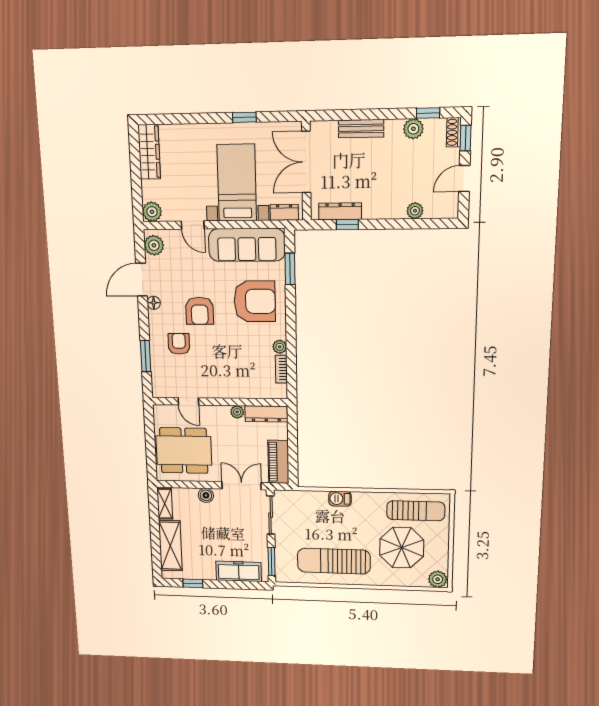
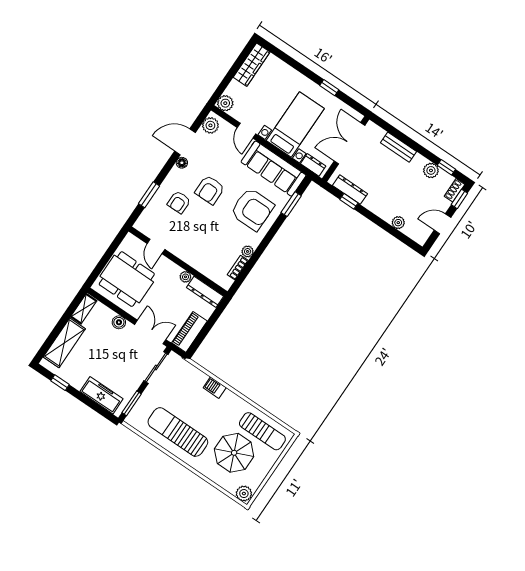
armchair: (179, 344) -> (179, 202), turned 180

